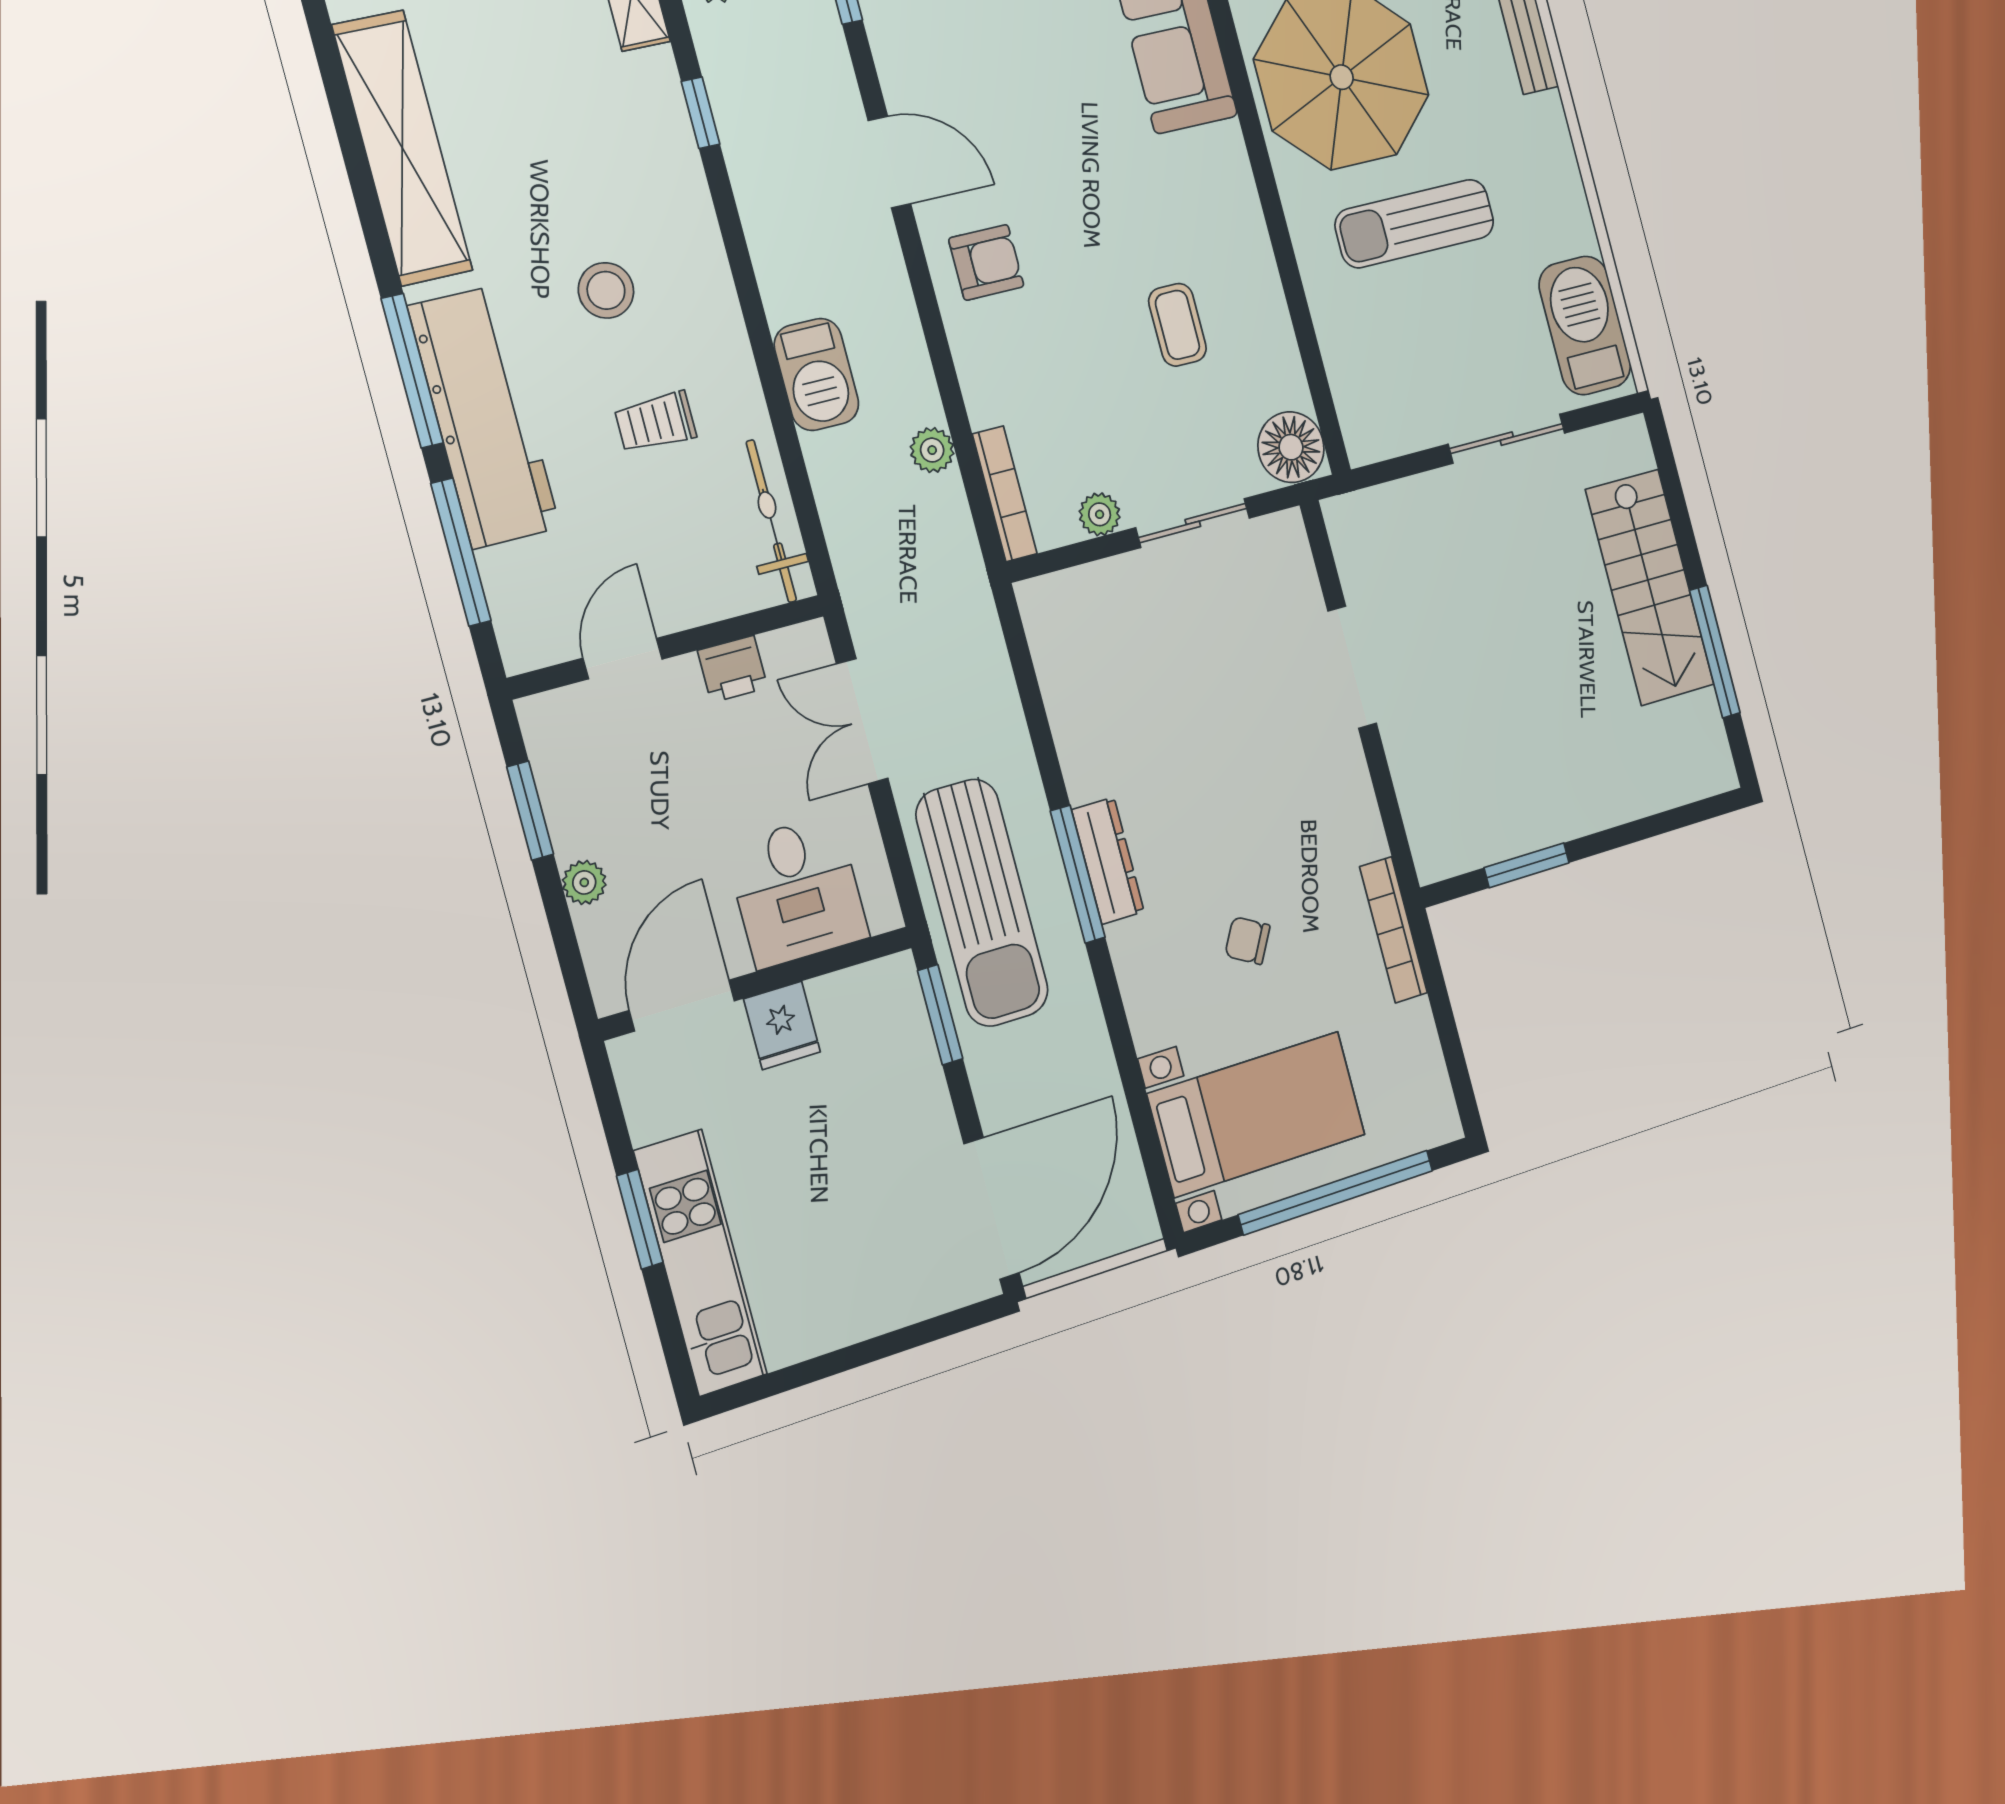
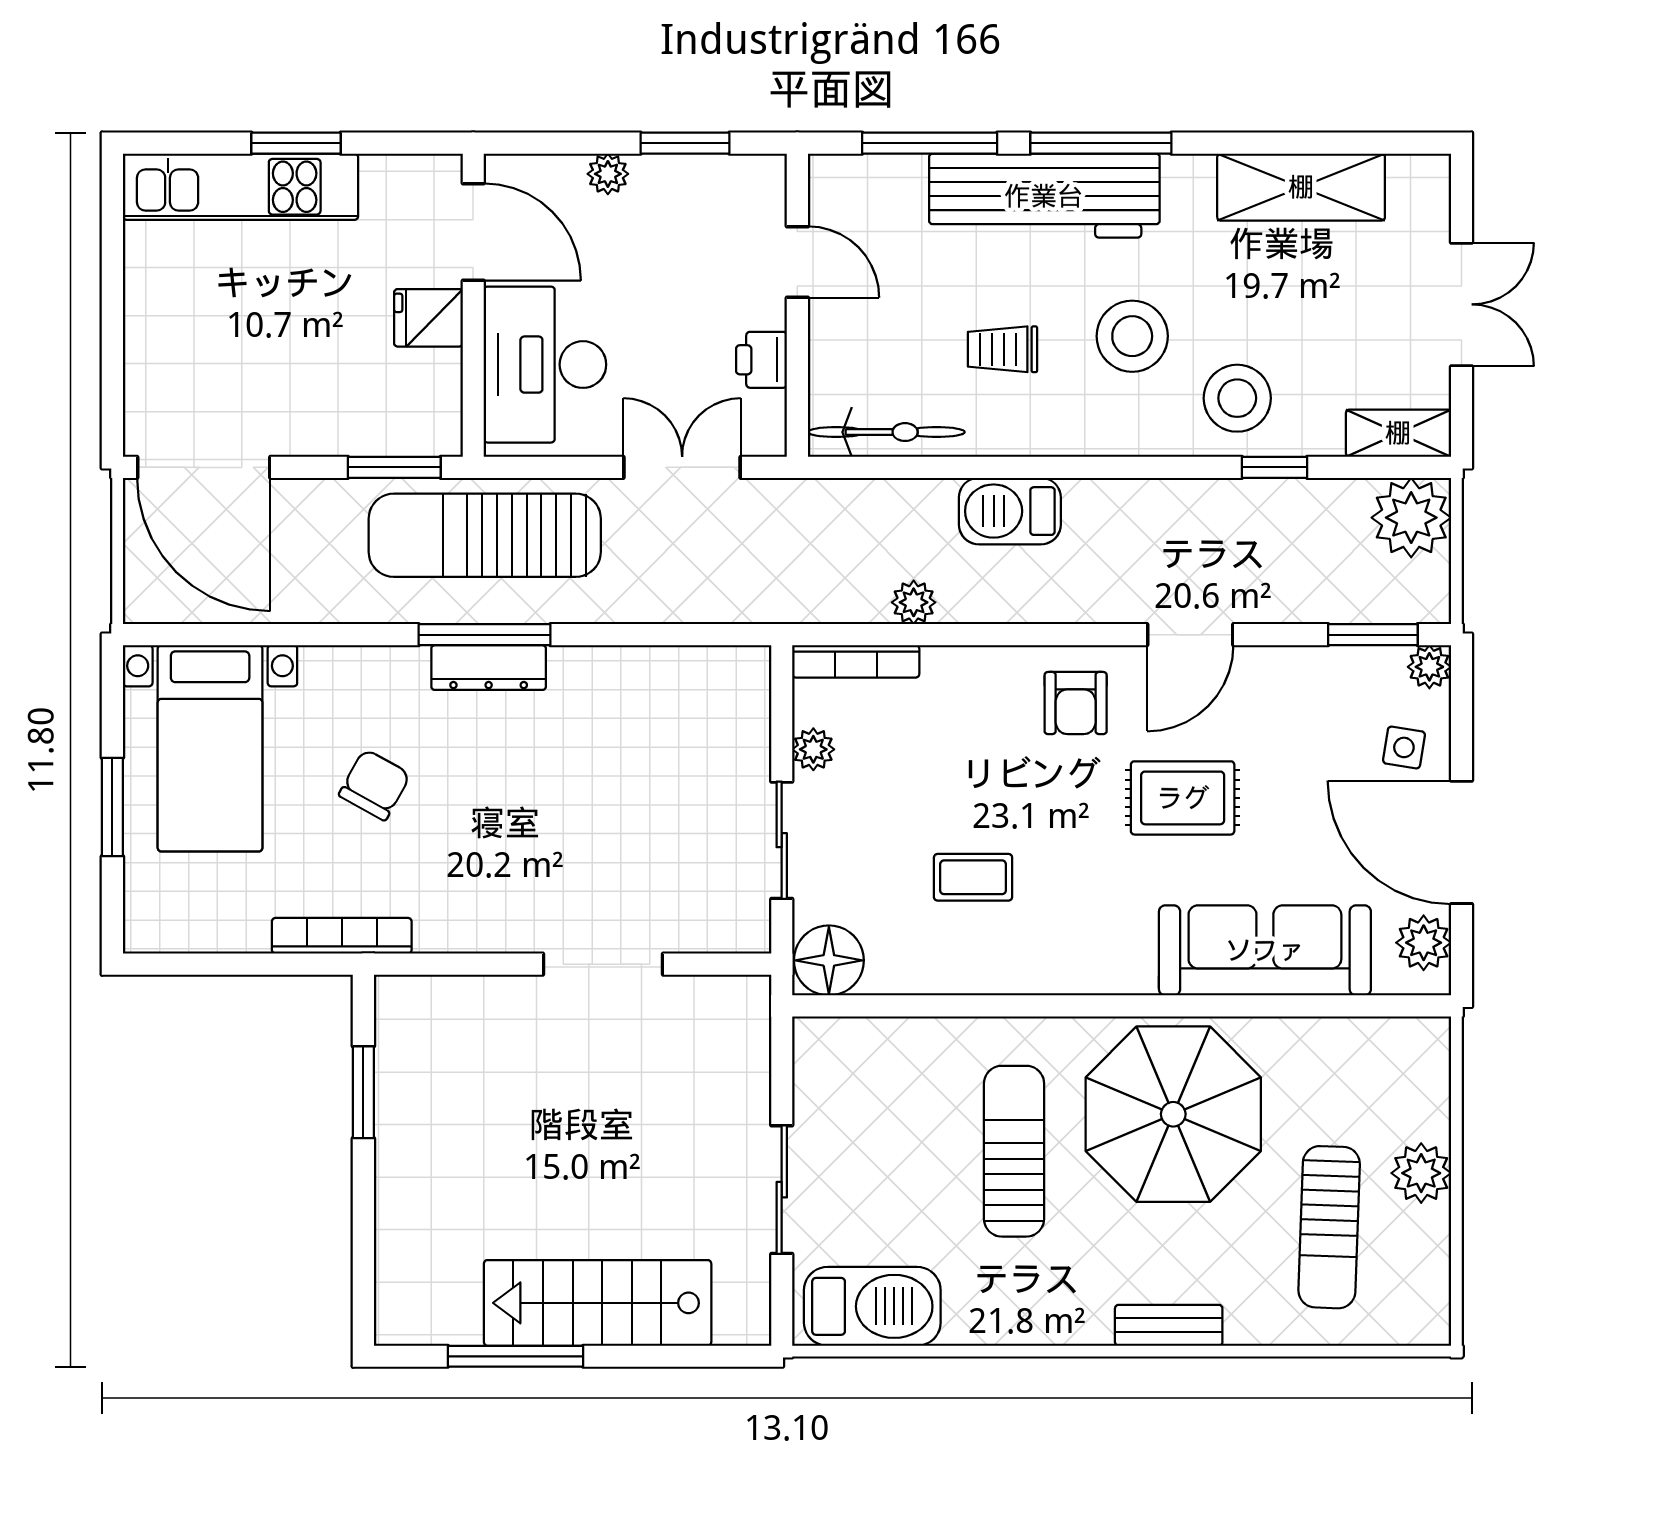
rug: (1048, 134) -> (1183, 798), added
shelving: (402, 148) -> (1301, 187), width x0.68
stool: (641, 167) -> (1237, 398), added
stool: (606, 290) -> (1132, 336), width x1.38, depth x1.38
trolley: (655, 422) -> (1003, 349), turned -90
desk: (797, 891) -> (545, 365), width x1.37
chair: (1248, 941) -> (375, 785), width x1.37, depth x1.37
window: (1336, 1192) -> (112, 807), width x0.47

